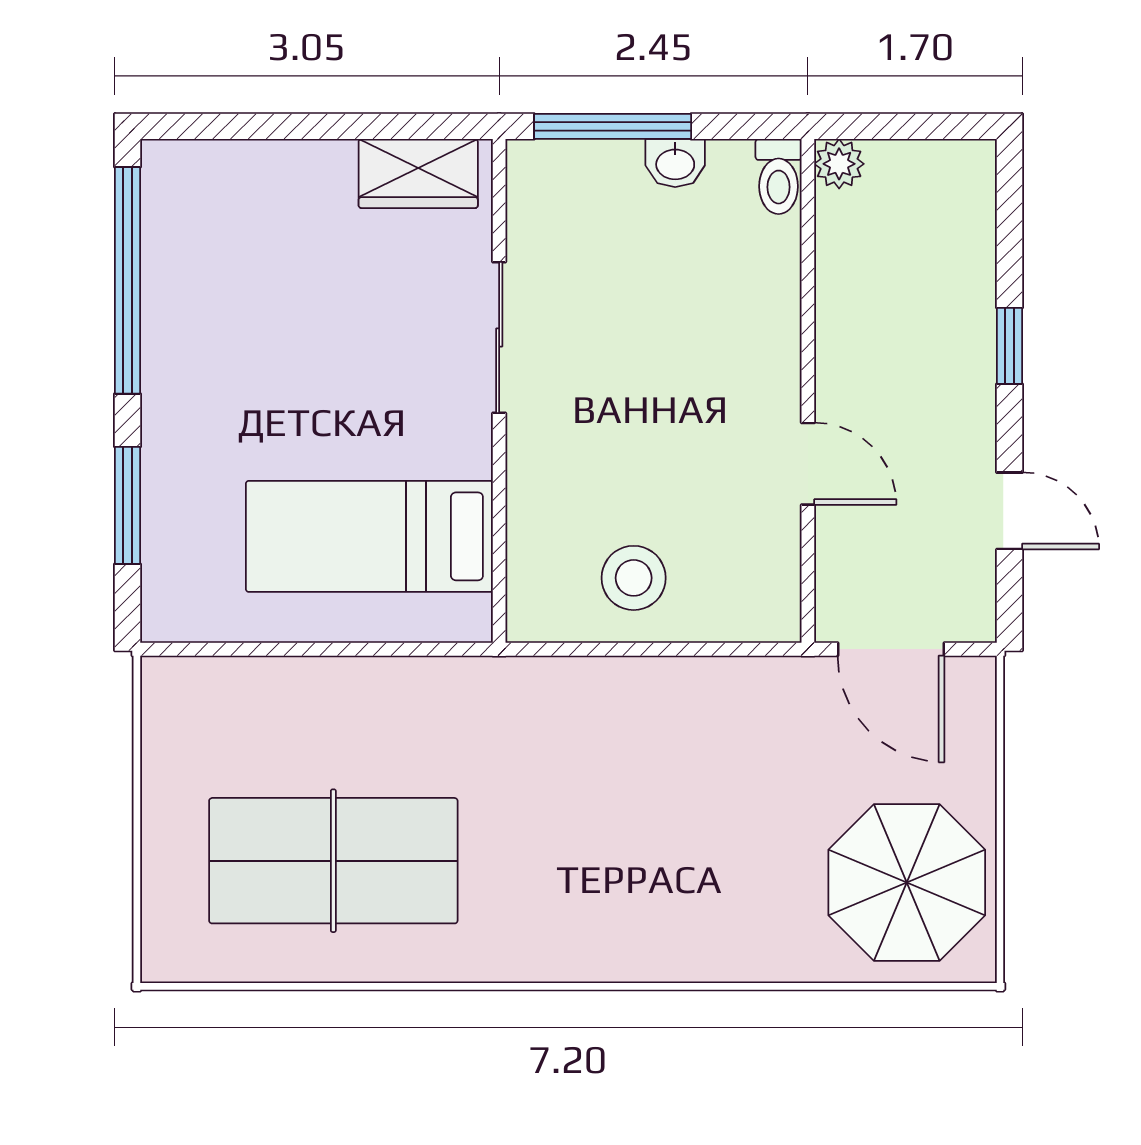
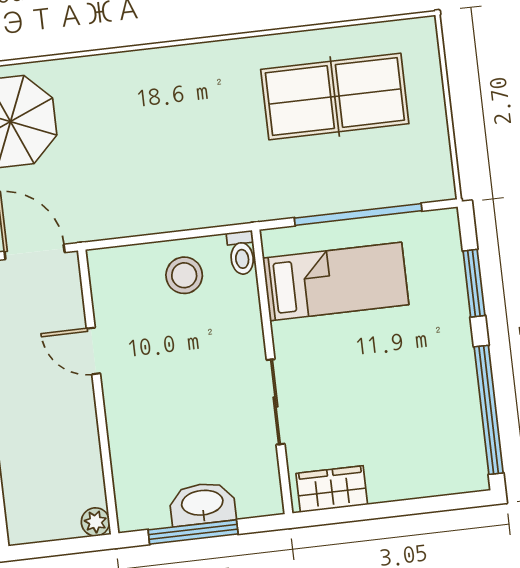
window: (613, 126) -> (193, 532), moved
washbasin: (675, 163) -> (202, 504), width x1.91, depth x1.45
toilet: (779, 177) -> (242, 253), moved, turned 180
window: (317, 649) -> (358, 214), added

